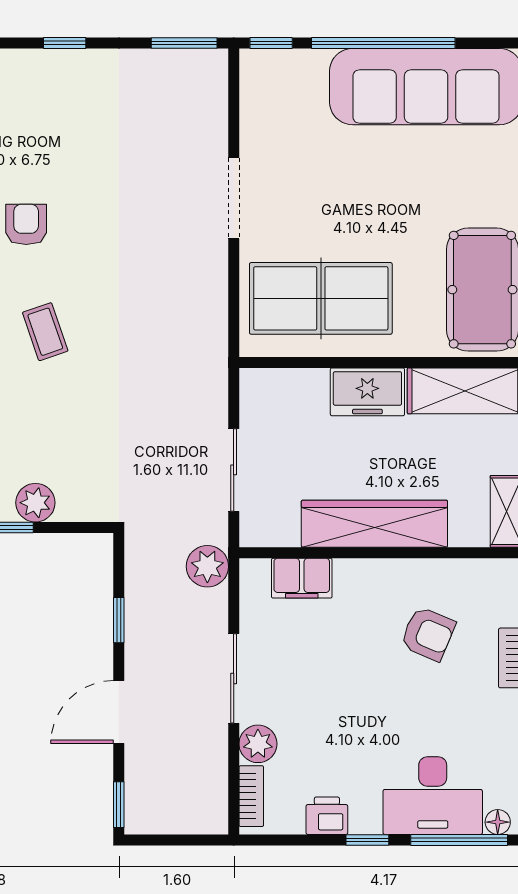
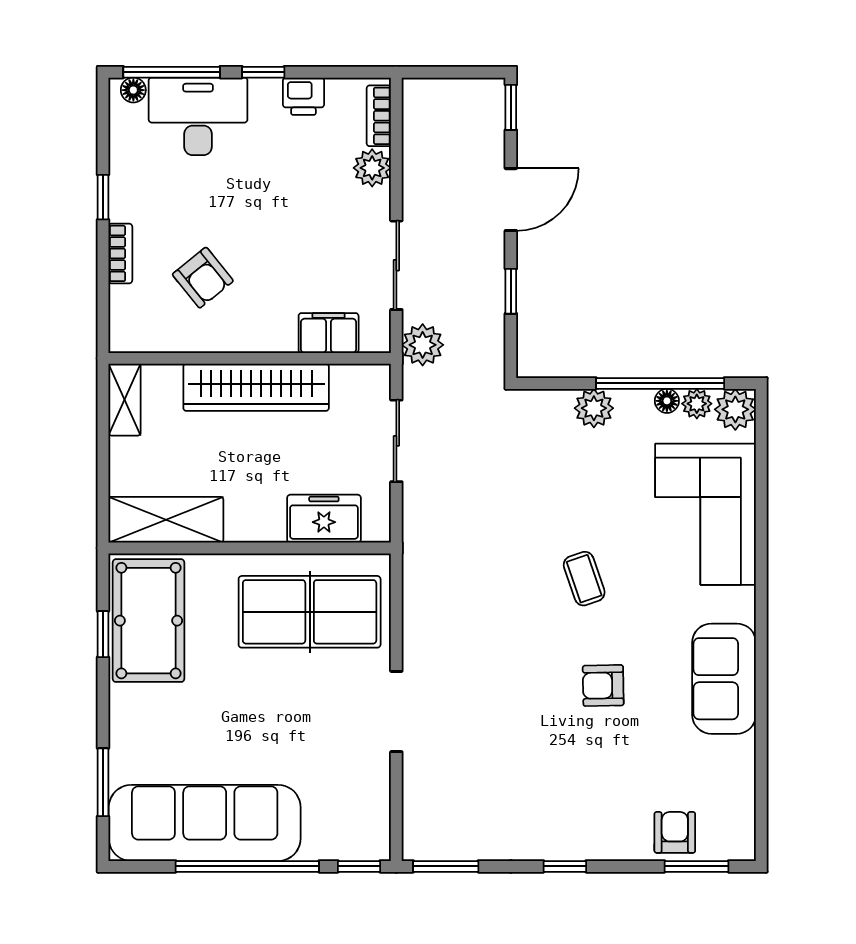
armchair: (26, 224) -> (603, 685), turned 89
freezer: (367, 392) -> (324, 519), moved
armchair: (428, 634) -> (203, 278), turned -152
sliding door: (234, 678) -> (396, 265), moved

